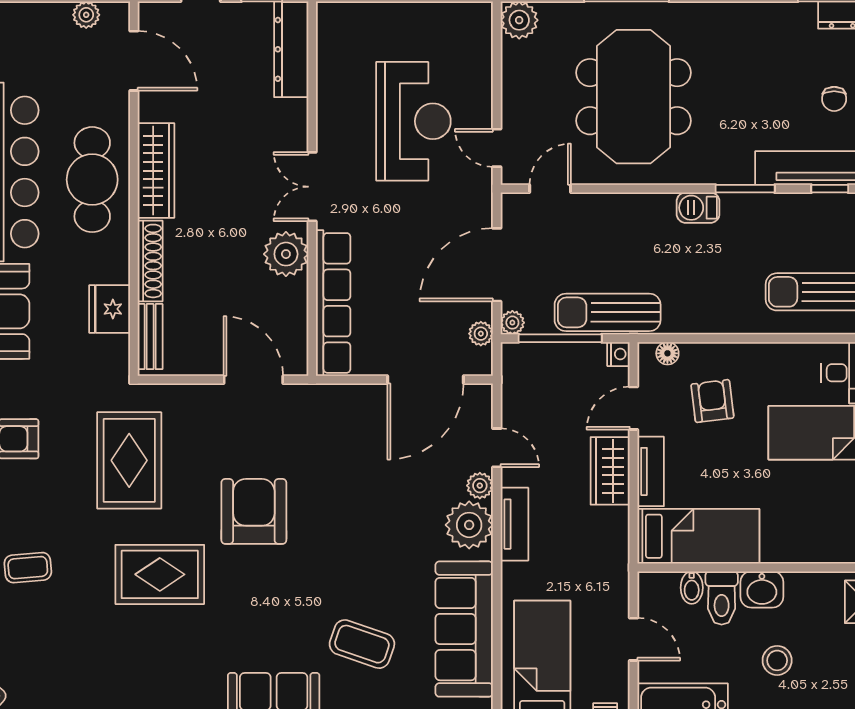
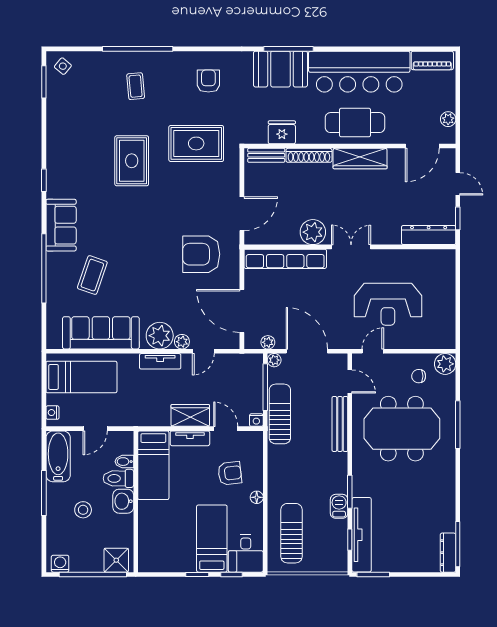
chair: (834, 99) -> (419, 376), moved
bench: (625, 206) -> (340, 424), added
barbecue: (698, 208) -> (339, 506), moved
floor lamp: (667, 353) -> (257, 497), moved
armchair: (254, 511) -> (201, 254), moved, turned 180

